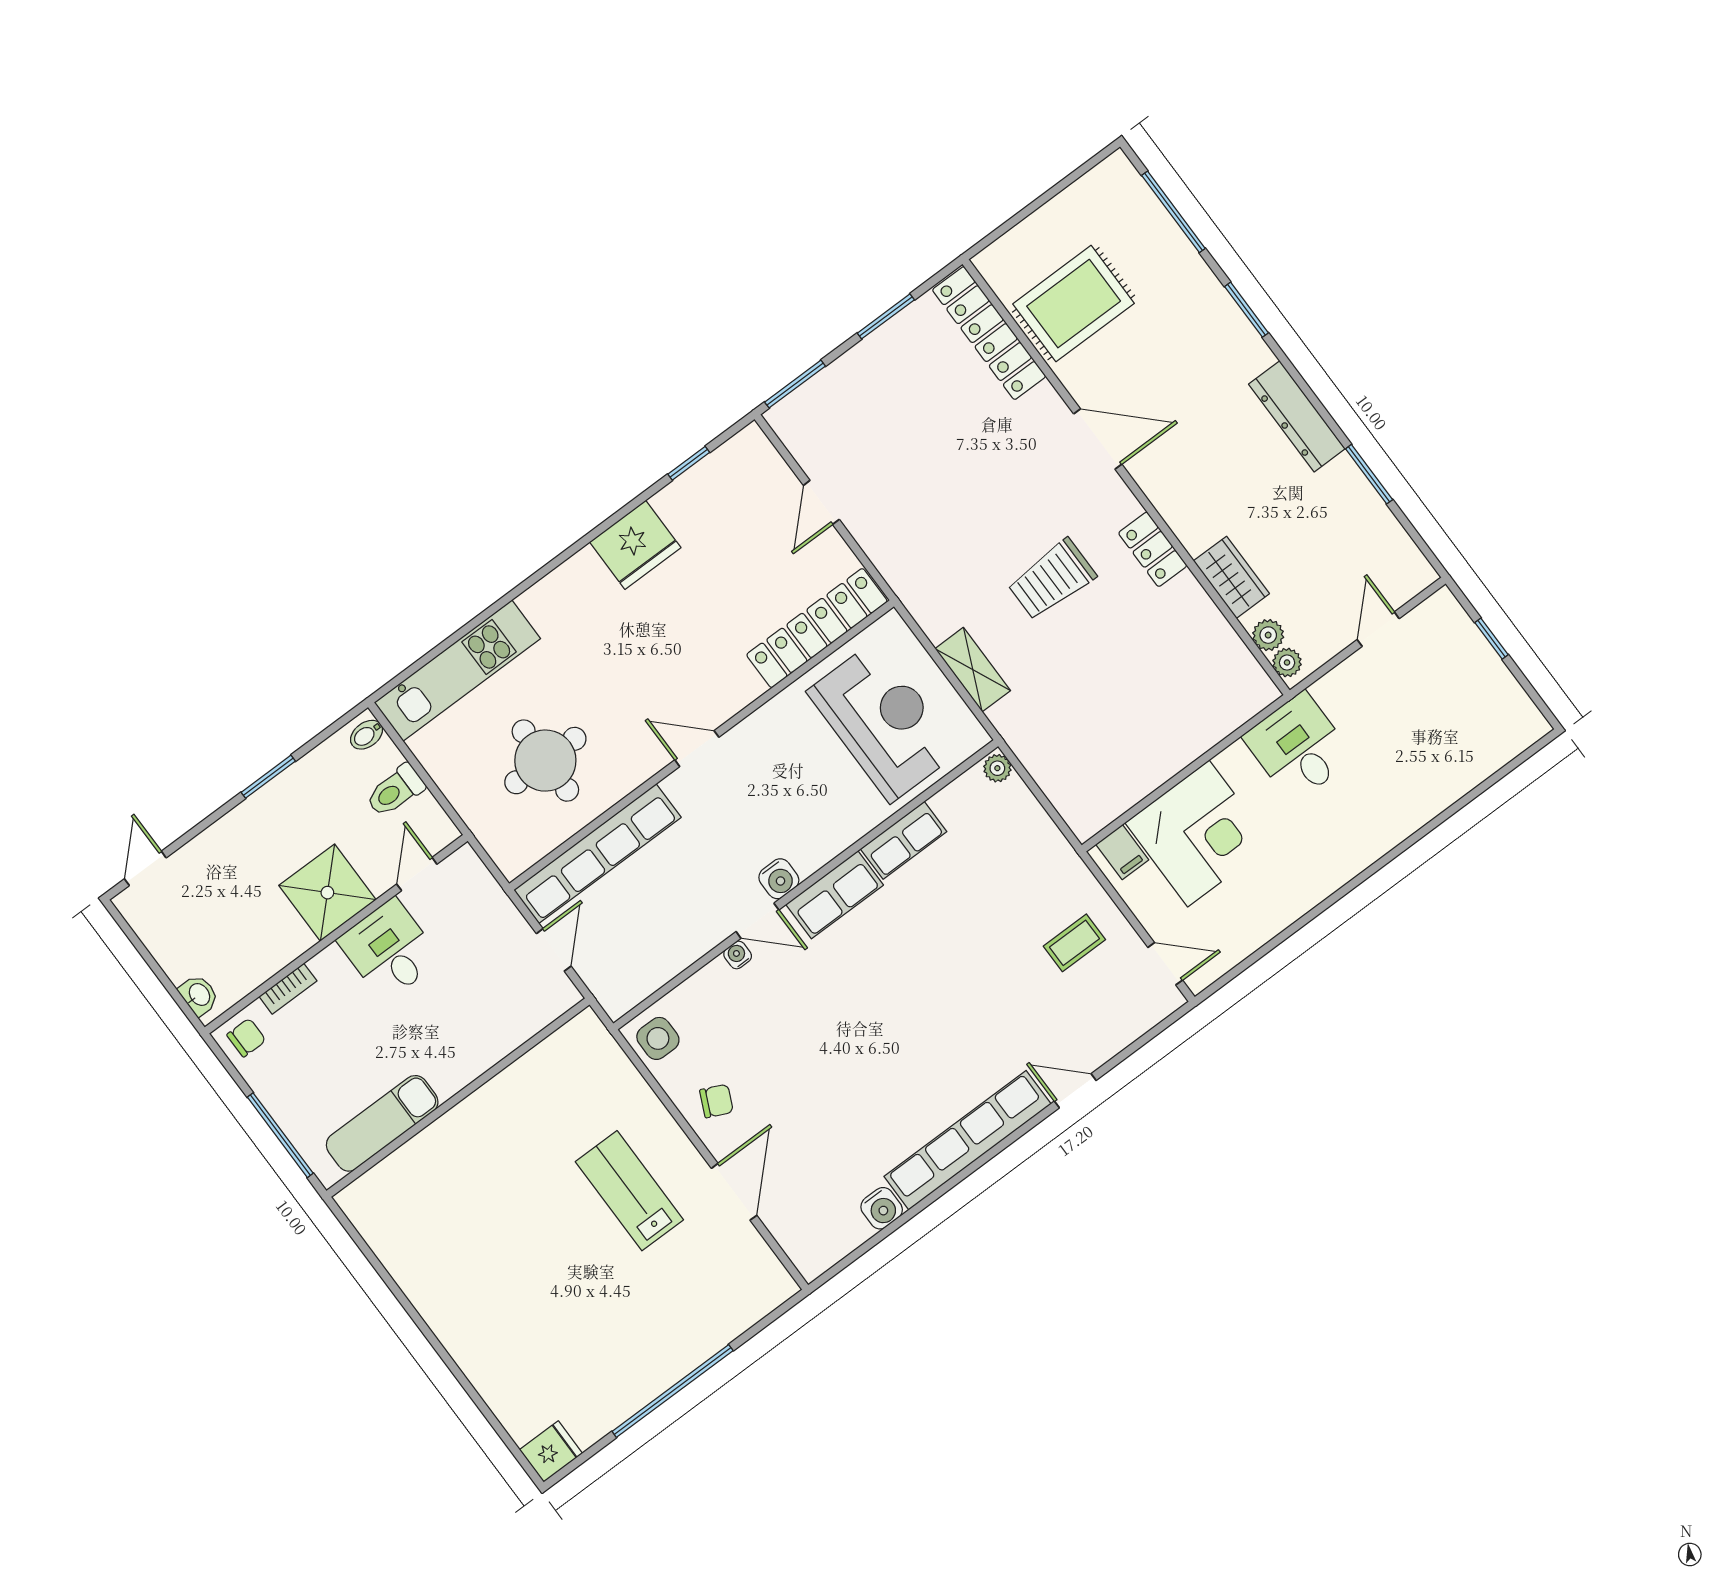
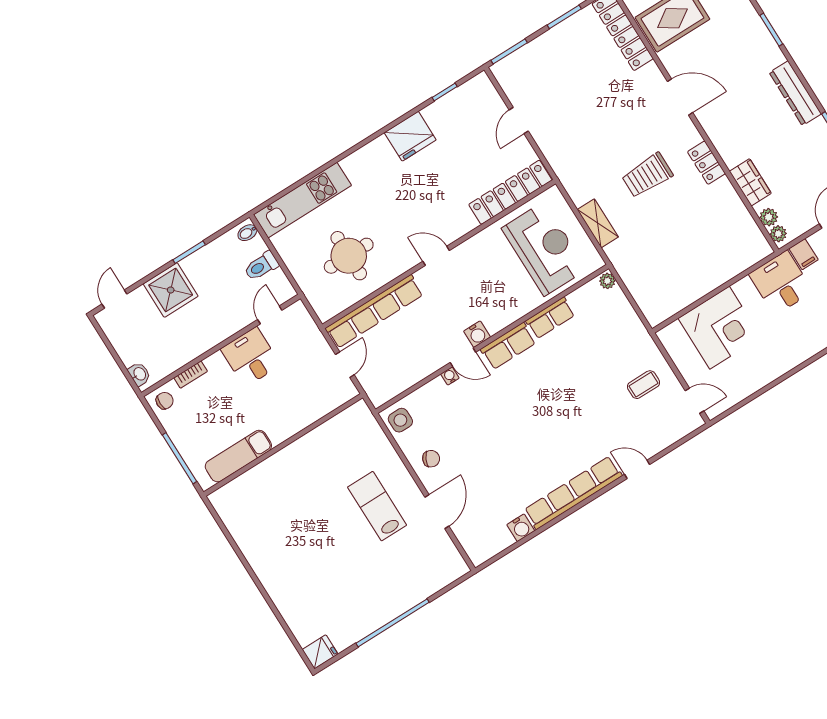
filing cabinet: (1122, 852) -> (804, 254), moved
shower: (327, 893) -> (171, 290), moved

